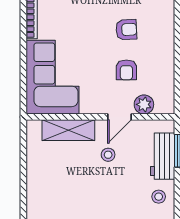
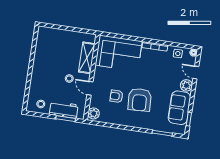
armchair: (126, 30) -> (140, 100), width x1.88, depth x1.88
plant: (144, 104) -> (94, 113), moved

